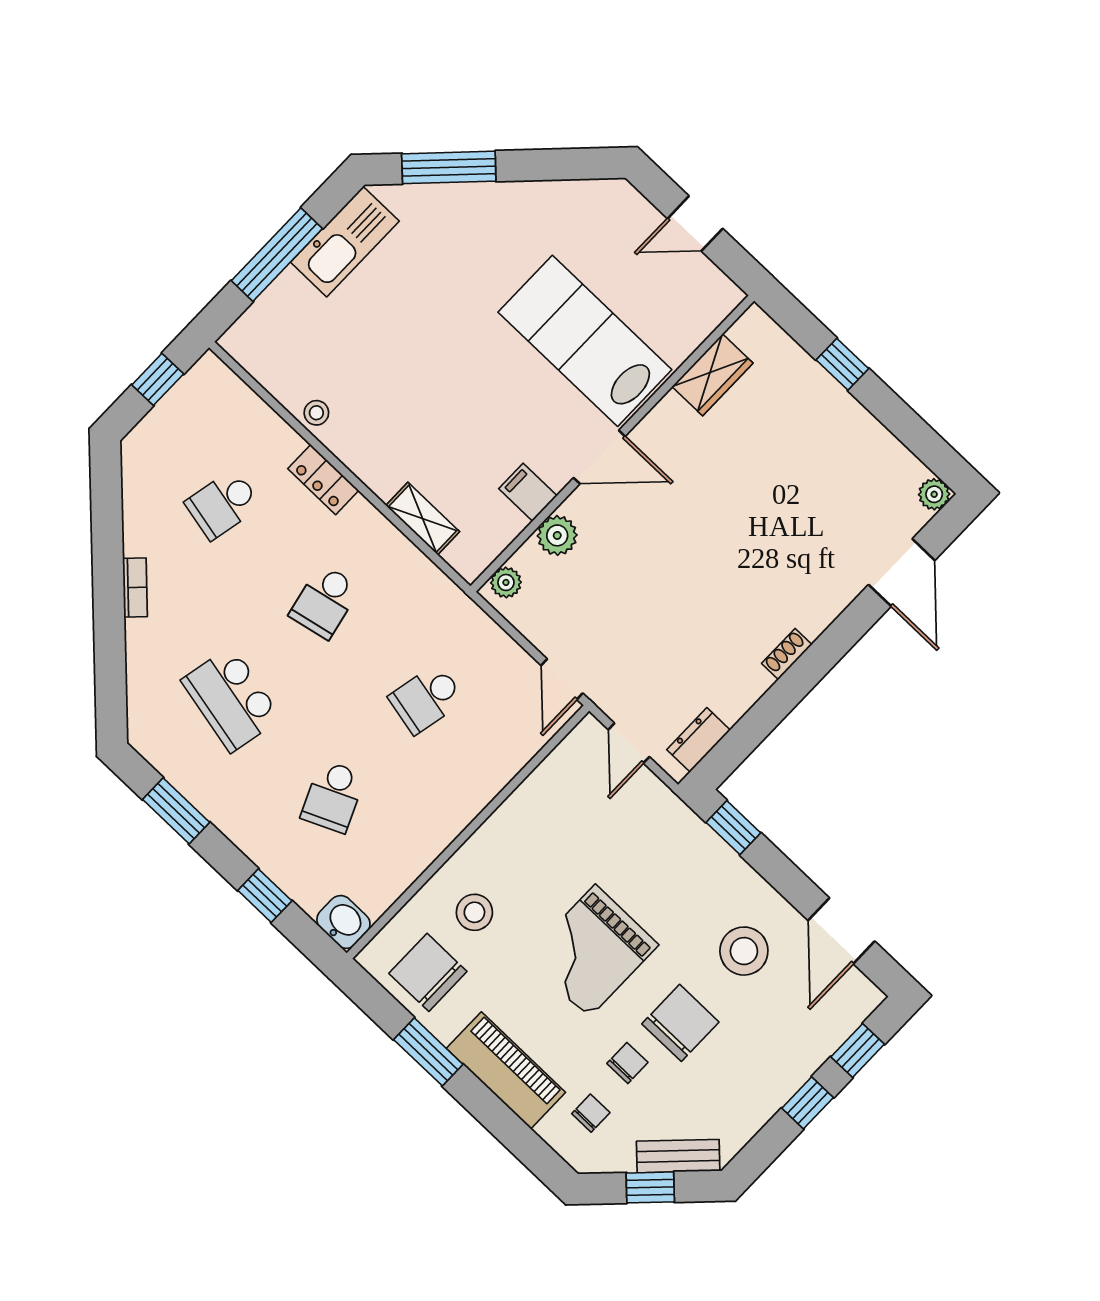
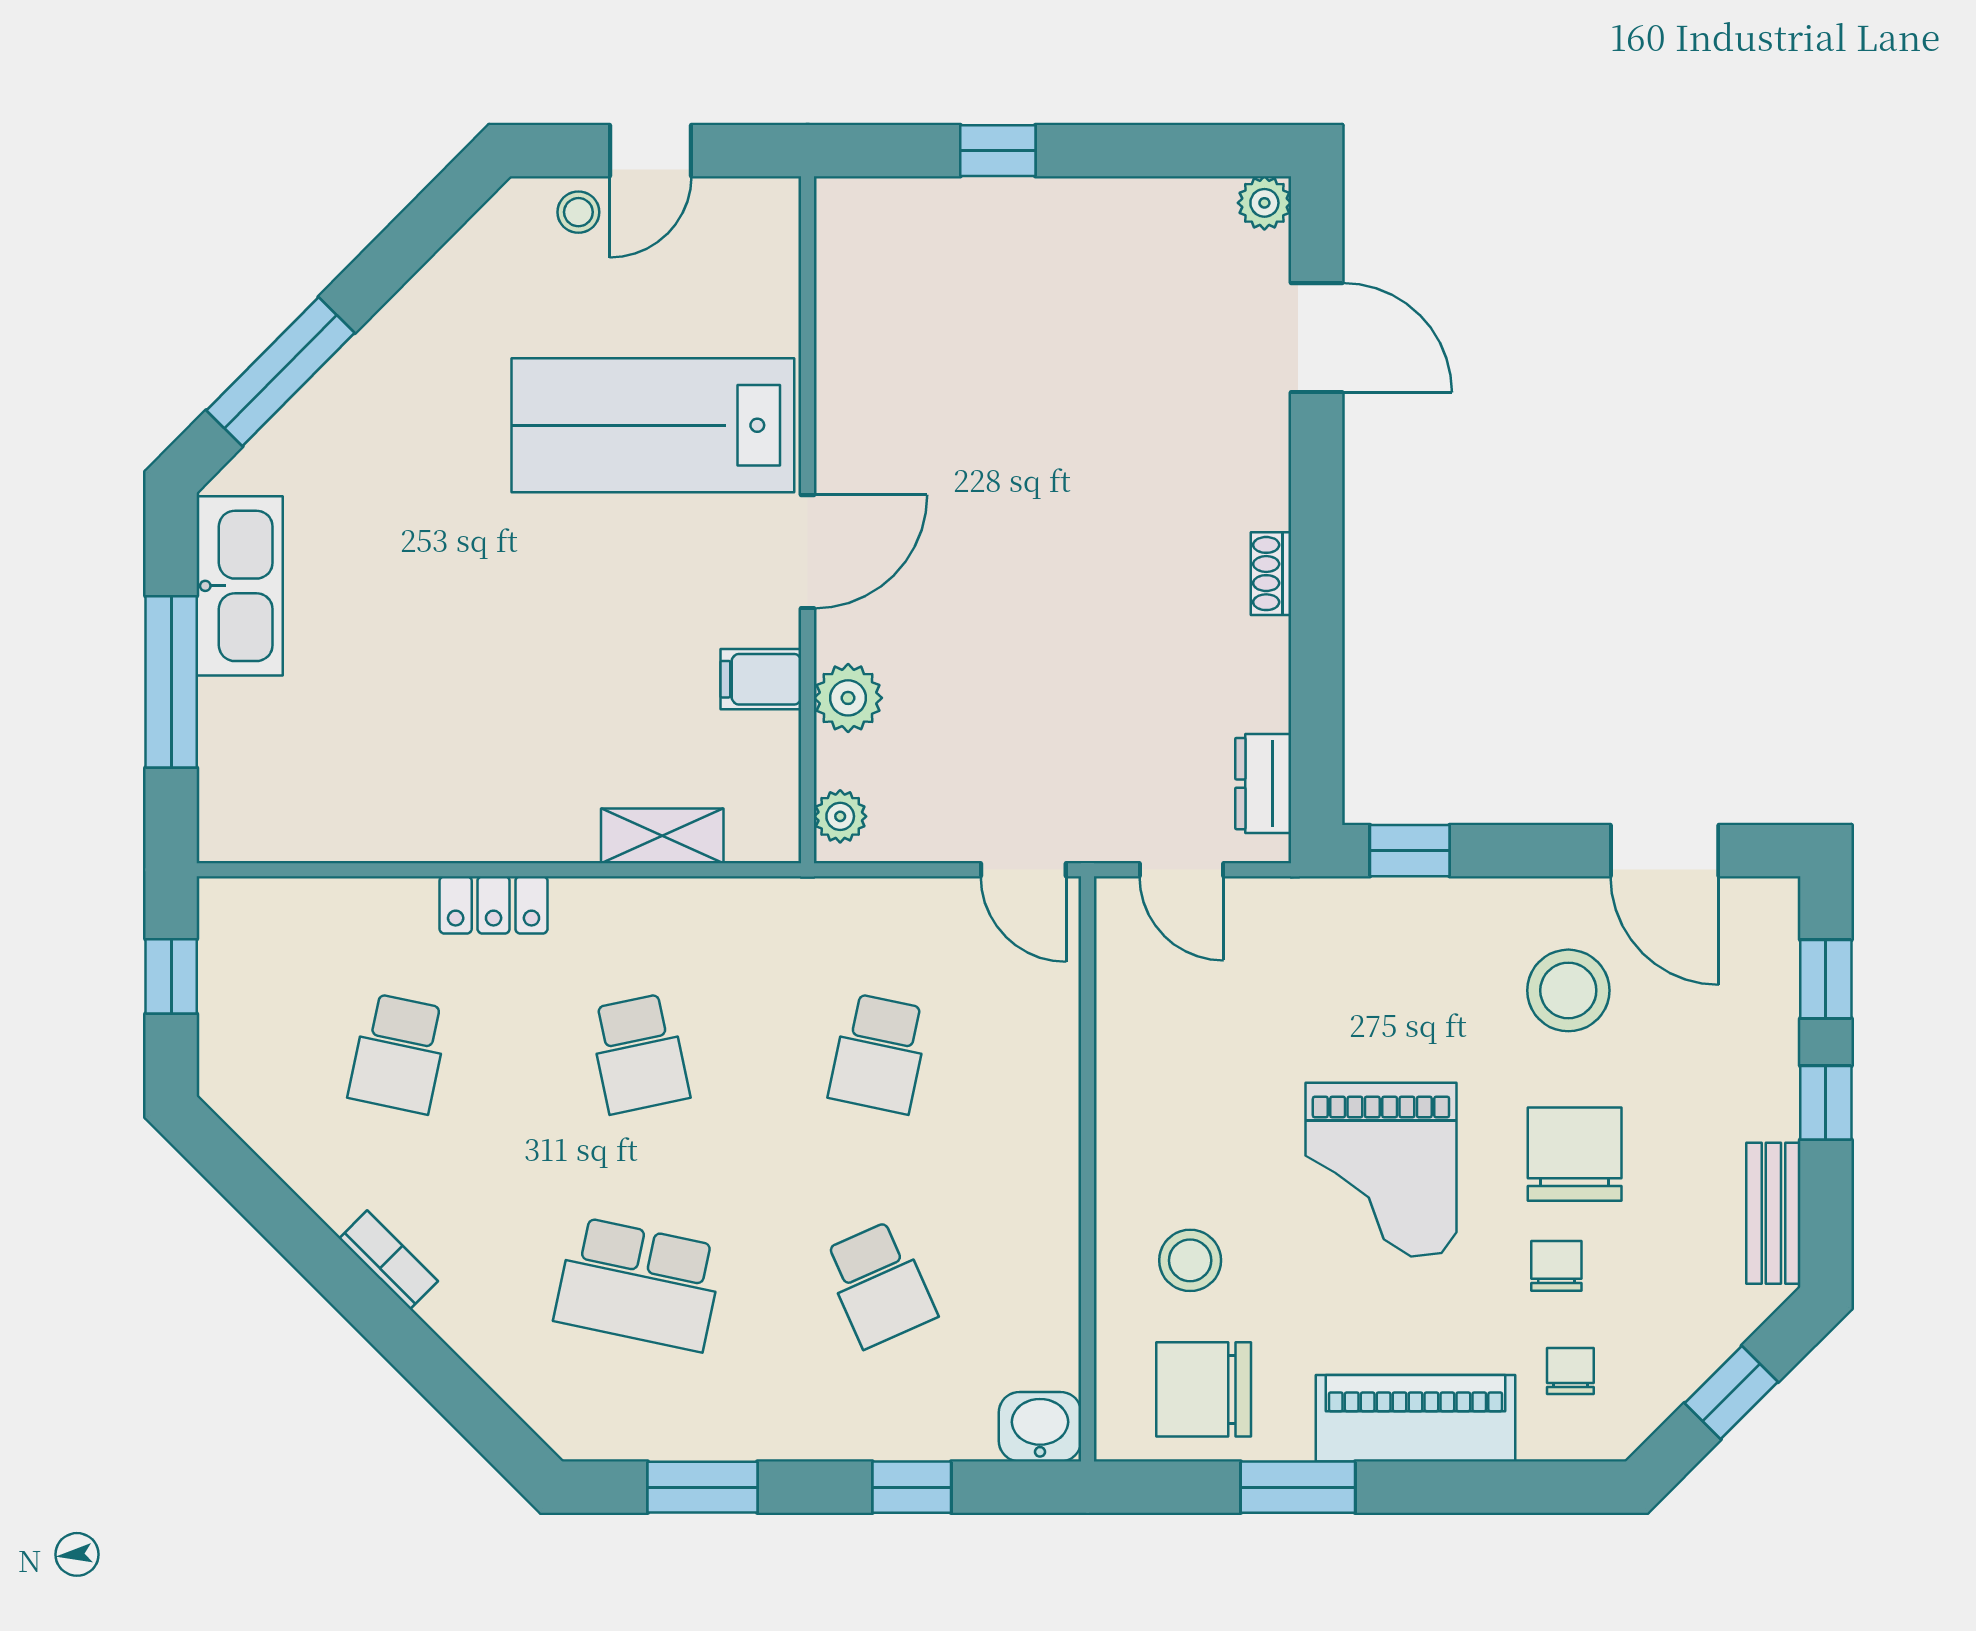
wardrobe: (712, 375) -> (850, 317), removed
stool: (316, 413) -> (578, 212), moved
bench: (678, 1156) -> (1773, 1213), moved, turned -45

